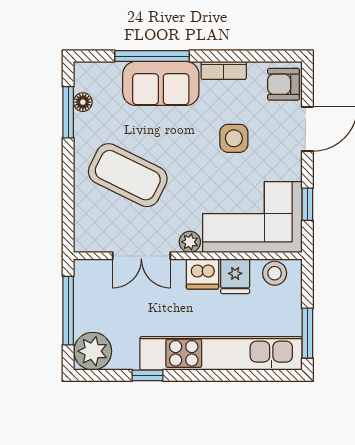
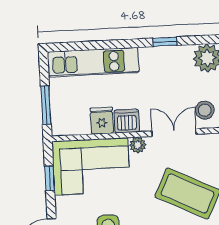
stool: (275, 273) -> (205, 110), moved
window: (307, 333) -> (46, 105), moved
kitchen unit: (221, 353) -> (93, 62), width x0.73

